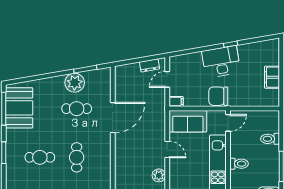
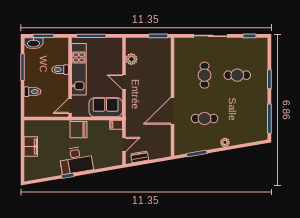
plant: (75, 83) -> (225, 142), moved, width x0.53, depth x0.53
chair: (218, 96) -> (79, 130), turned 180
booth: (19, 108) -> (256, 119), removed

